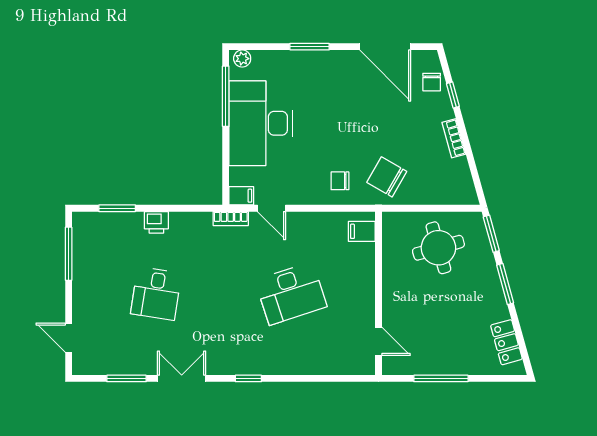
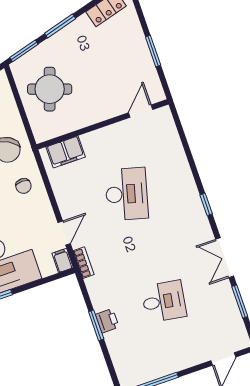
window: (117, 208) -> (96, 325), moved
filing cabinet: (362, 231) -> (66, 152), width x2.00
round table: (438, 248) -> (50, 89), turned 35
desk: (291, 293) -> (127, 194), turned 33
window: (441, 378) -> (153, 51), width x0.69

